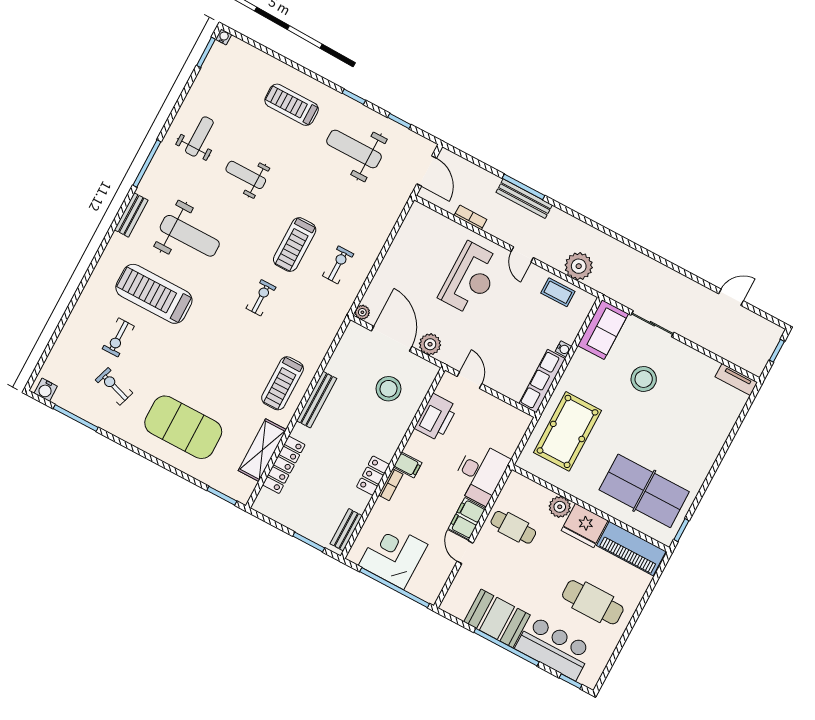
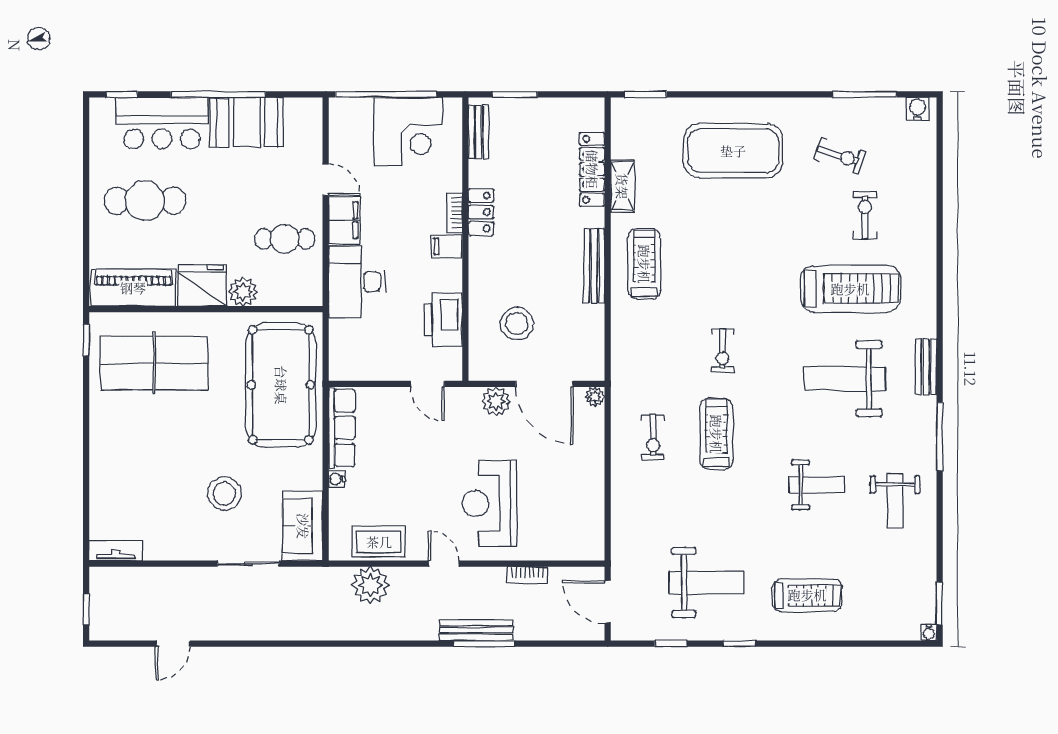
coffee table: (558, 292) -> (379, 542), width x1.36, depth x1.30
pool table: (568, 431) -> (281, 385), width x1.36, depth x1.32
shelving: (262, 450) -> (622, 186), width x0.67, depth x0.75

